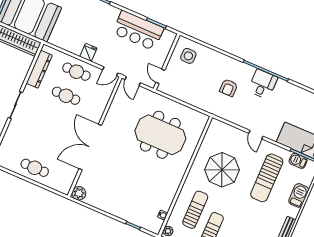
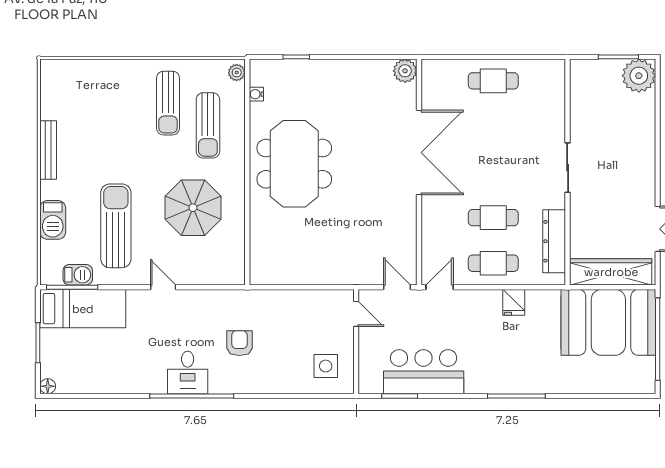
fridge: (88, 52) -> (514, 302), moved
meeting table: (160, 135) -> (294, 164), moved, turned 90

